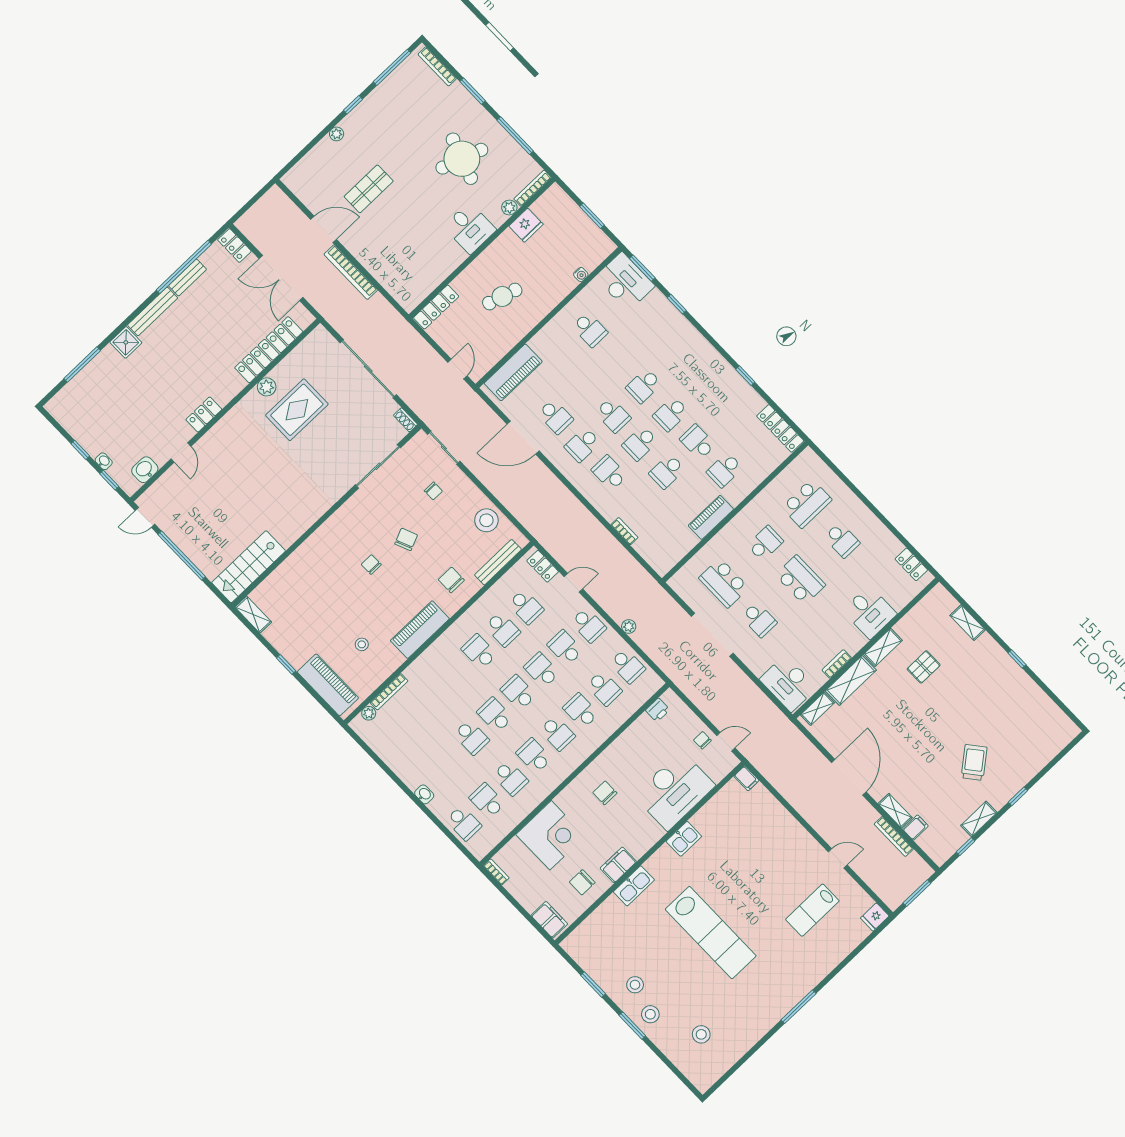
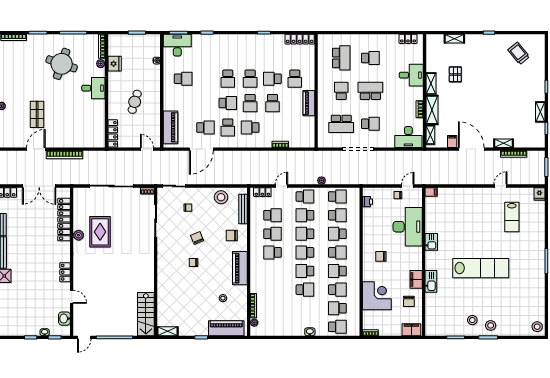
trolley: (974, 762) -> (519, 53), moved
filing cabinet: (915, 828) -> (452, 142), moved
stool: (701, 1034) -> (537, 327), moved

